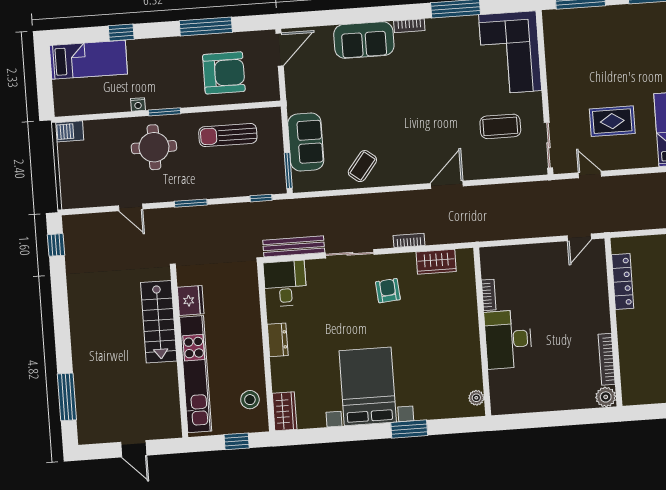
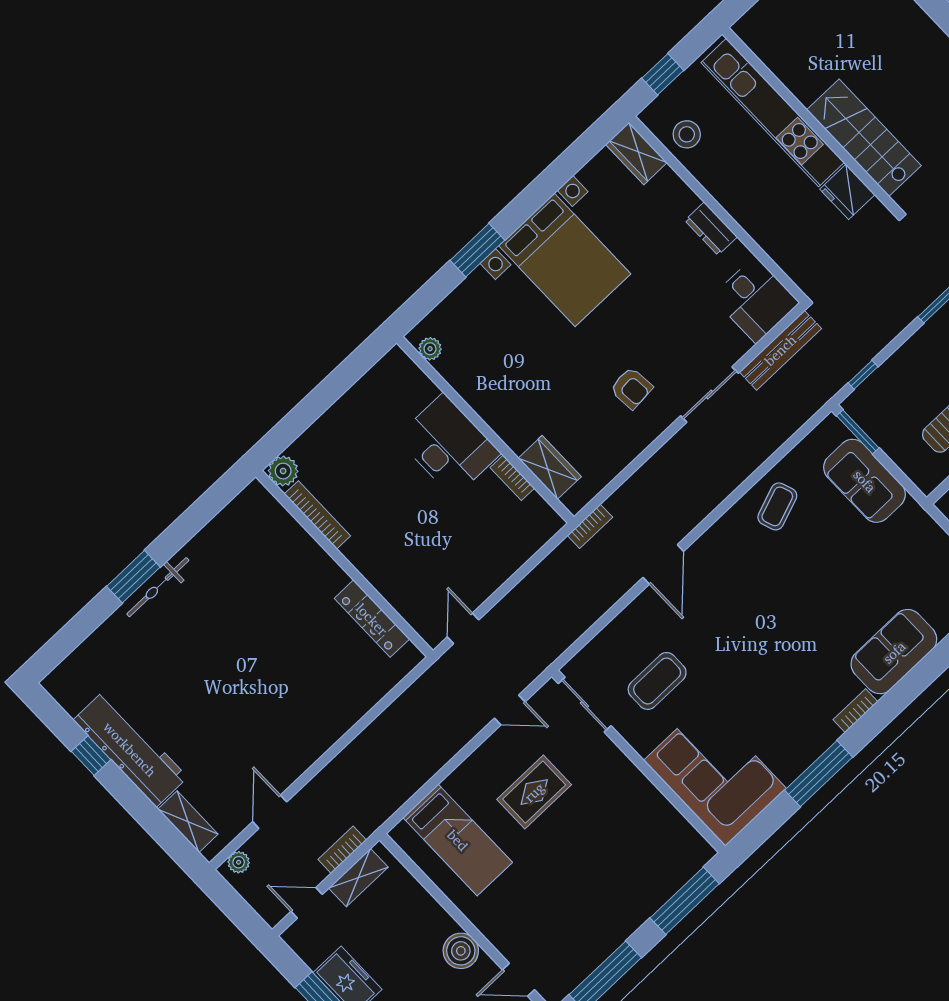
coffee table: (362, 166) -> (777, 506), turned 32
bookcase: (409, 240) -> (590, 526), moved
wardrobe: (436, 262) -> (550, 467), moved, turned 90

